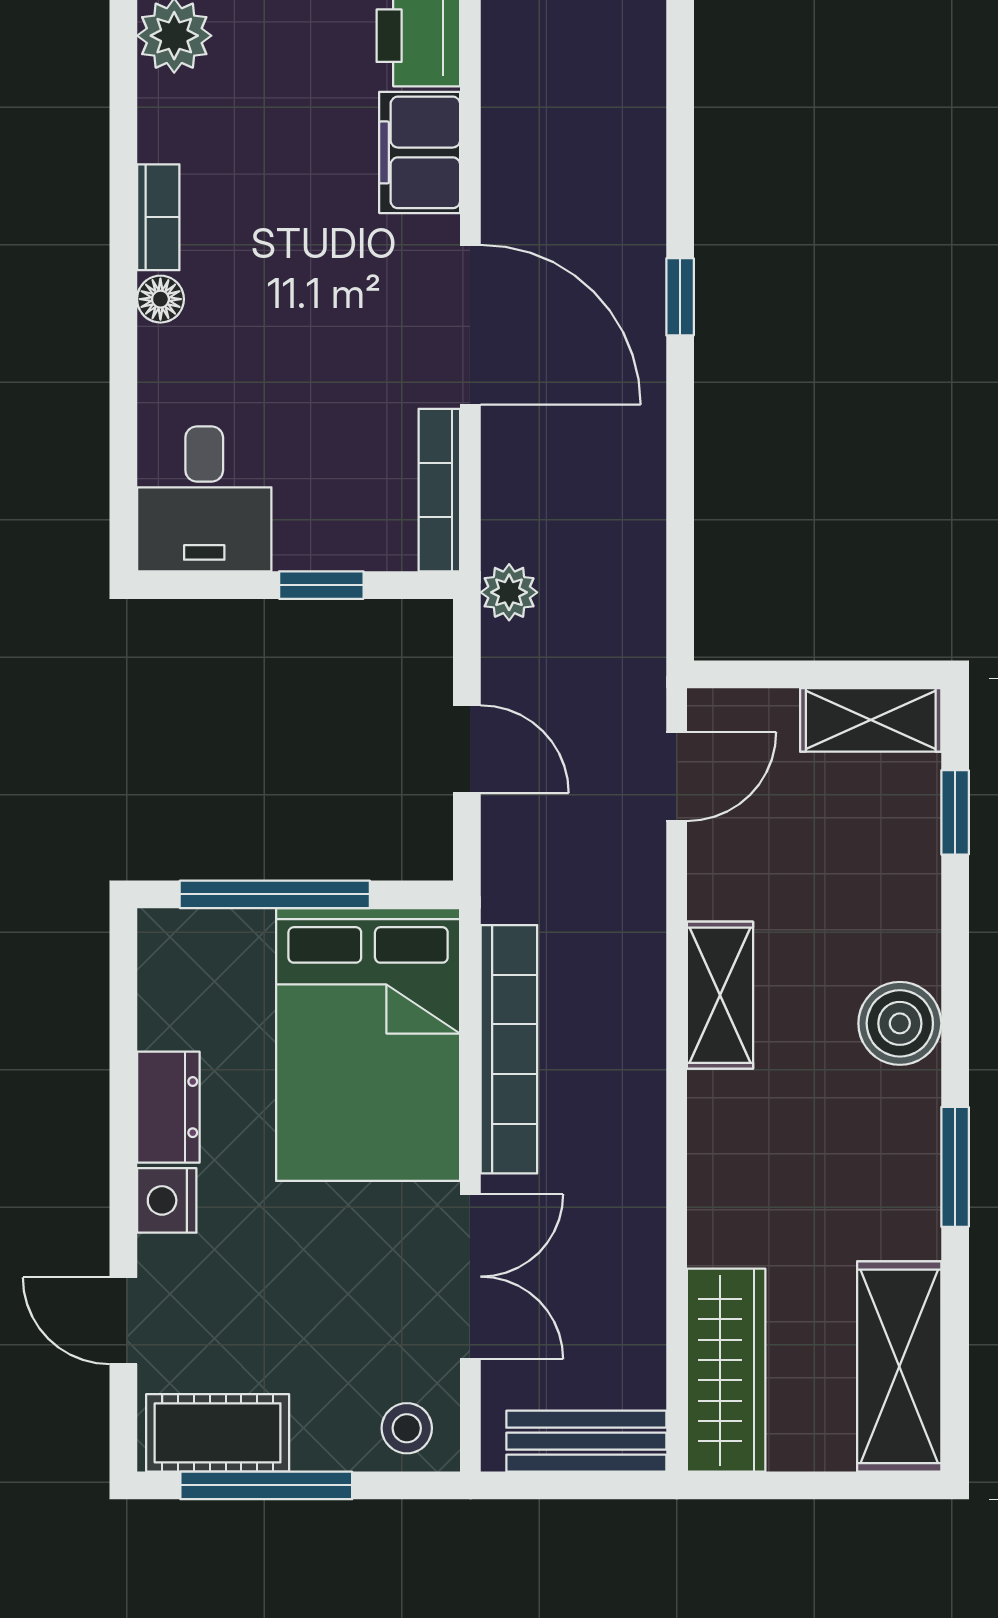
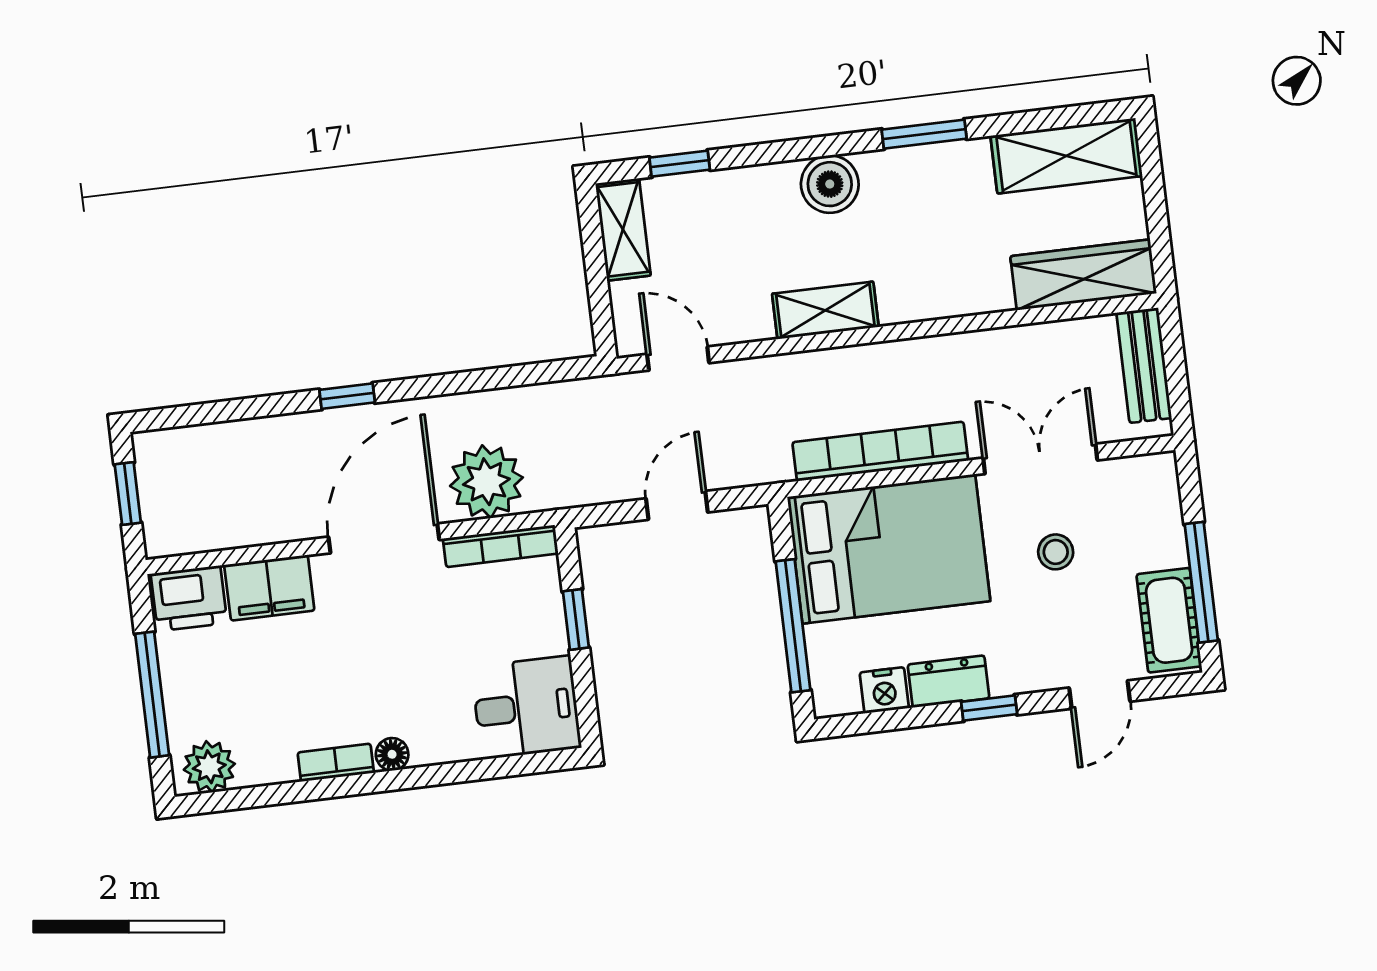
plant: (509, 592) -> (486, 482), moved, width x1.87, depth x1.87
window: (123, 1161) -> (989, 708), added
nightstand: (167, 1200) -> (884, 690), moved
stool: (407, 1428) -> (1056, 552), moved

